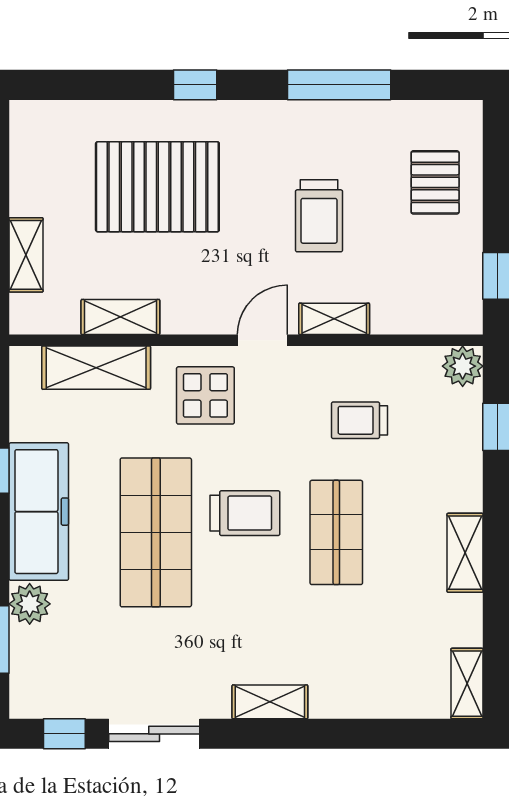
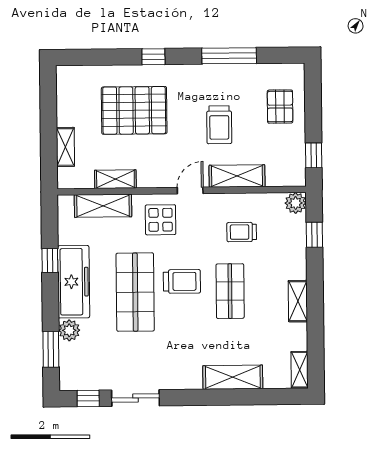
shelving: (334, 319) -> (237, 176), width x1.50, depth x1.33
shelving: (270, 702) -> (233, 377), moved, width x1.50, depth x1.33

